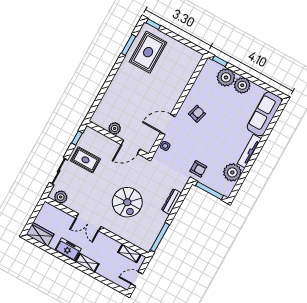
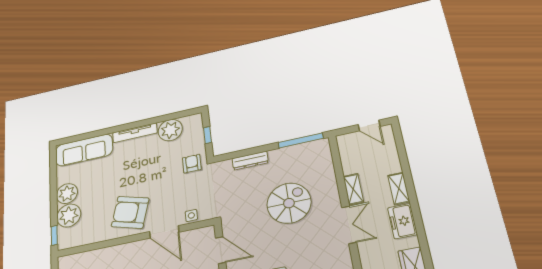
armchair: (197, 114) -> (130, 212), width x1.88, depth x1.88
window: (210, 191) -> (207, 135), width x0.46
shelving: (130, 253) -> (353, 189), moved

